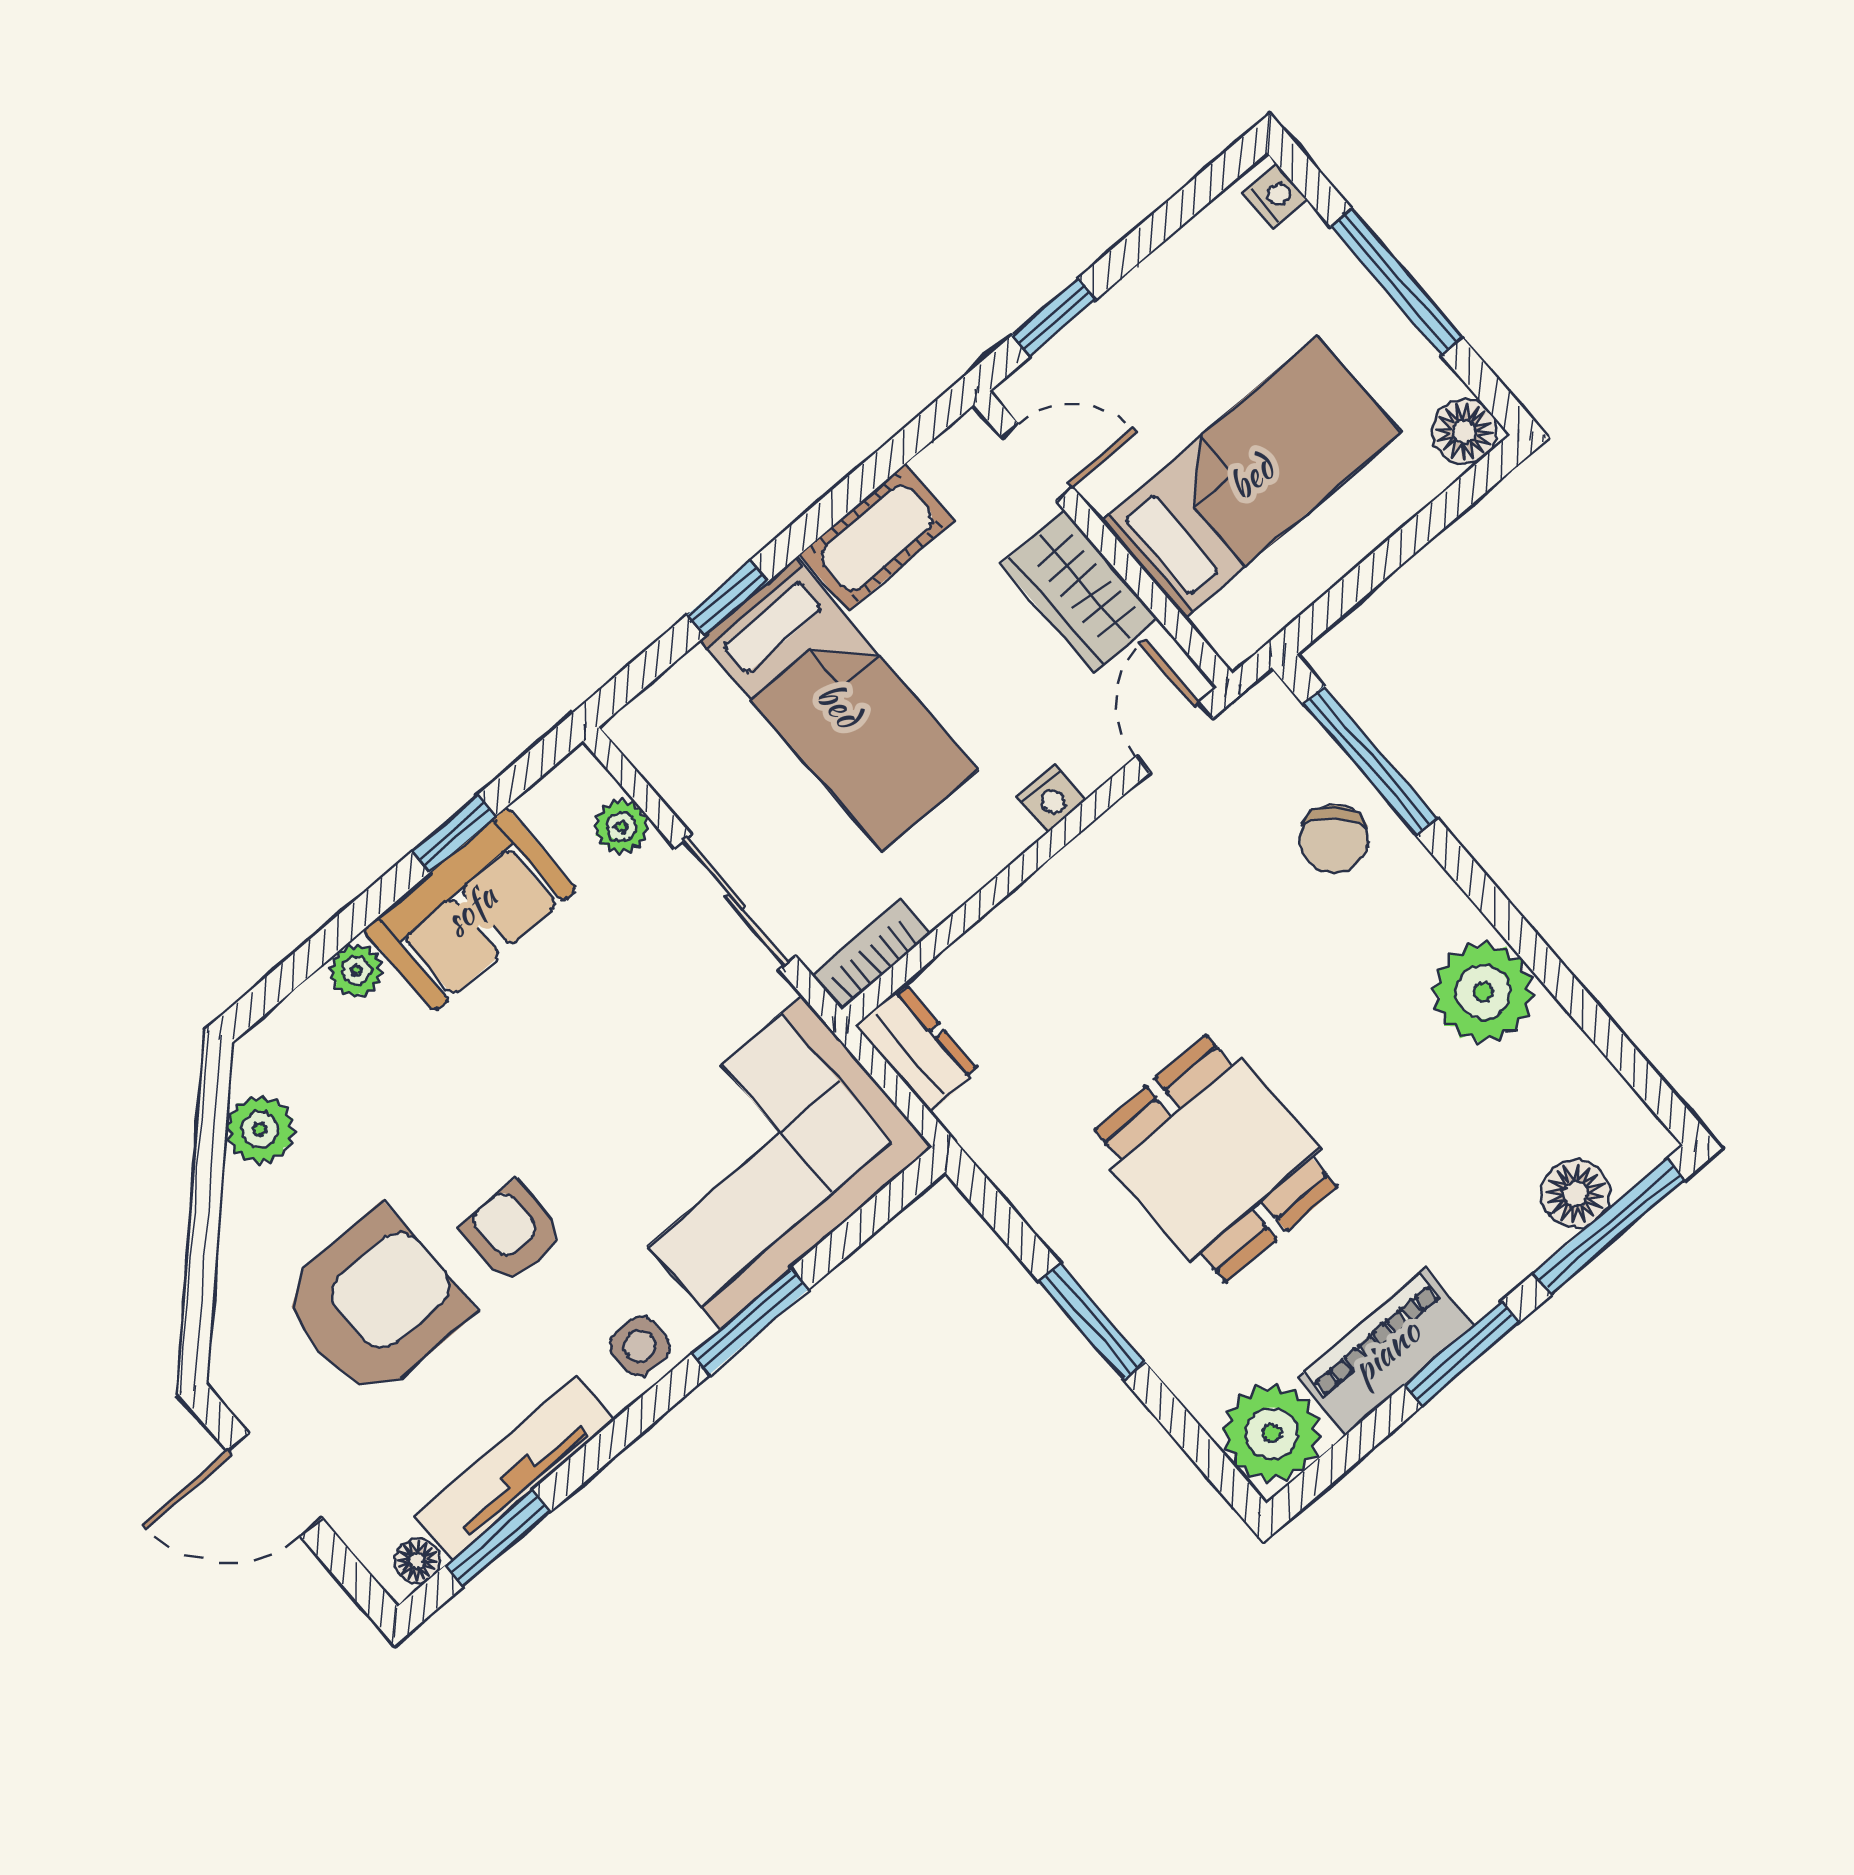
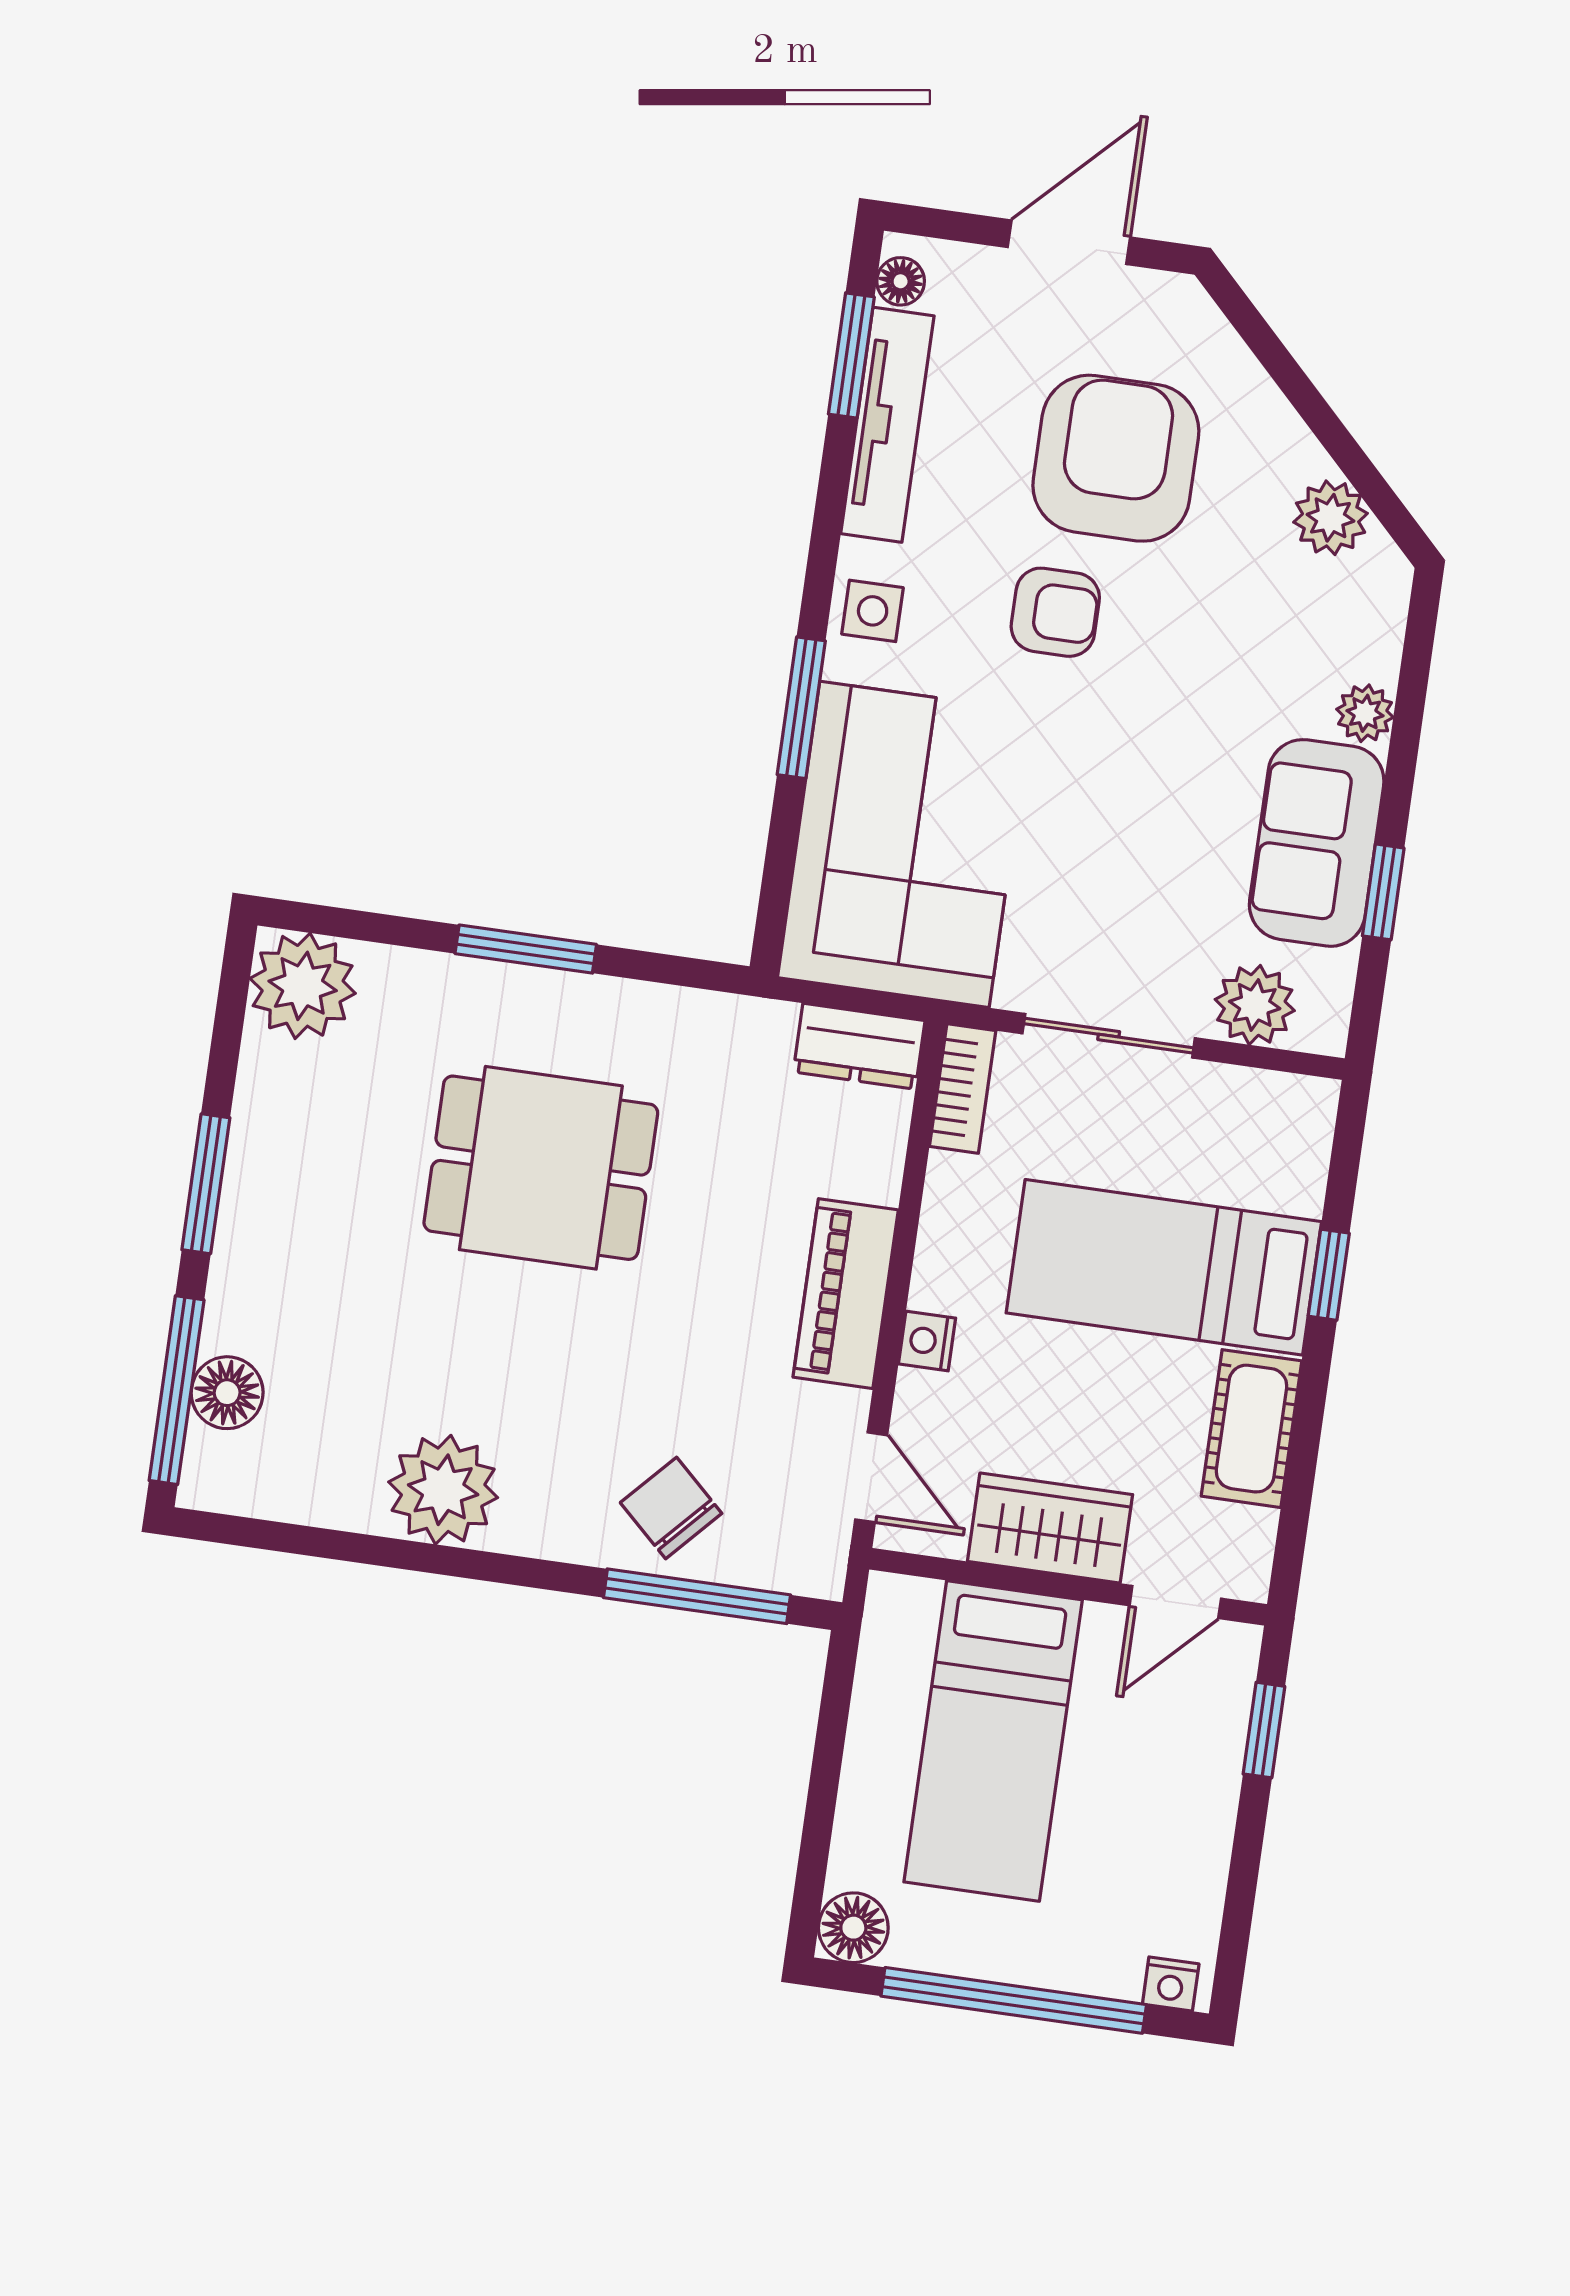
window: (1396, 282) -> (1014, 2000), width x1.46
plant: (621, 827) -> (1255, 1005), width x1.38, depth x1.38
armchair: (375, 1304) -> (1116, 458), turned 180
piano: (1386, 1351) -> (846, 1294), moved, turned 180

